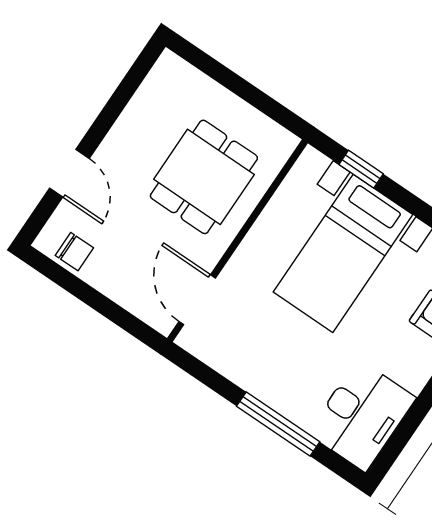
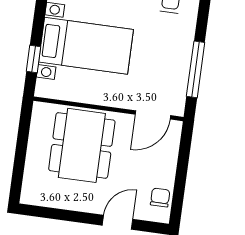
dining table: (204, 177) -> (82, 145), width x1.37
window: (278, 424) -> (196, 69), moved

